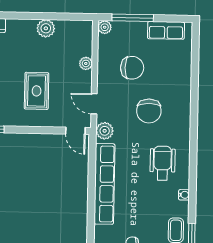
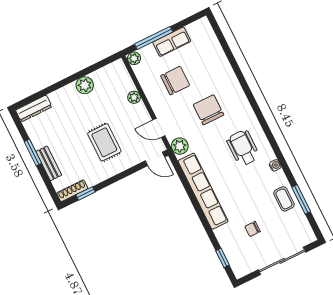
row of seats: (166, 30) -> (172, 42), moved
chair: (149, 111) -> (208, 110), turned 180

